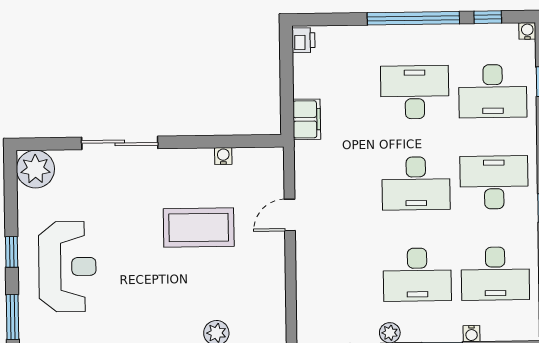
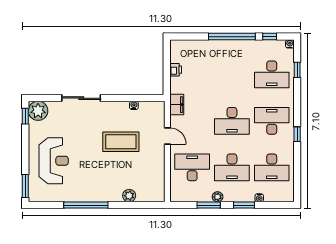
printer: (303, 40) -> (176, 70), moved
desk: (415, 92) -> (192, 167), moved
filing cabinet: (307, 119) -> (177, 105), moved
door: (290, 215) -> (167, 136), swing flipped
window: (12, 252) -> (25, 116), moved

